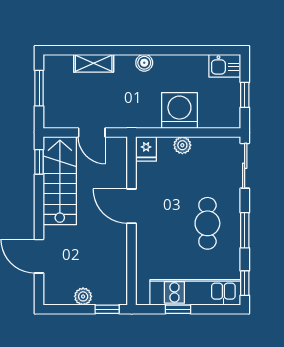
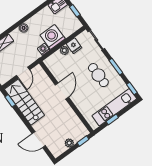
washing machine: (151, 119) -> (44, 49), added
door: (92, 132) -> (23, 73), hinge flipped
fridge: (146, 149) -> (74, 46), moved
door: (132, 206) -> (62, 91), swing flipped

